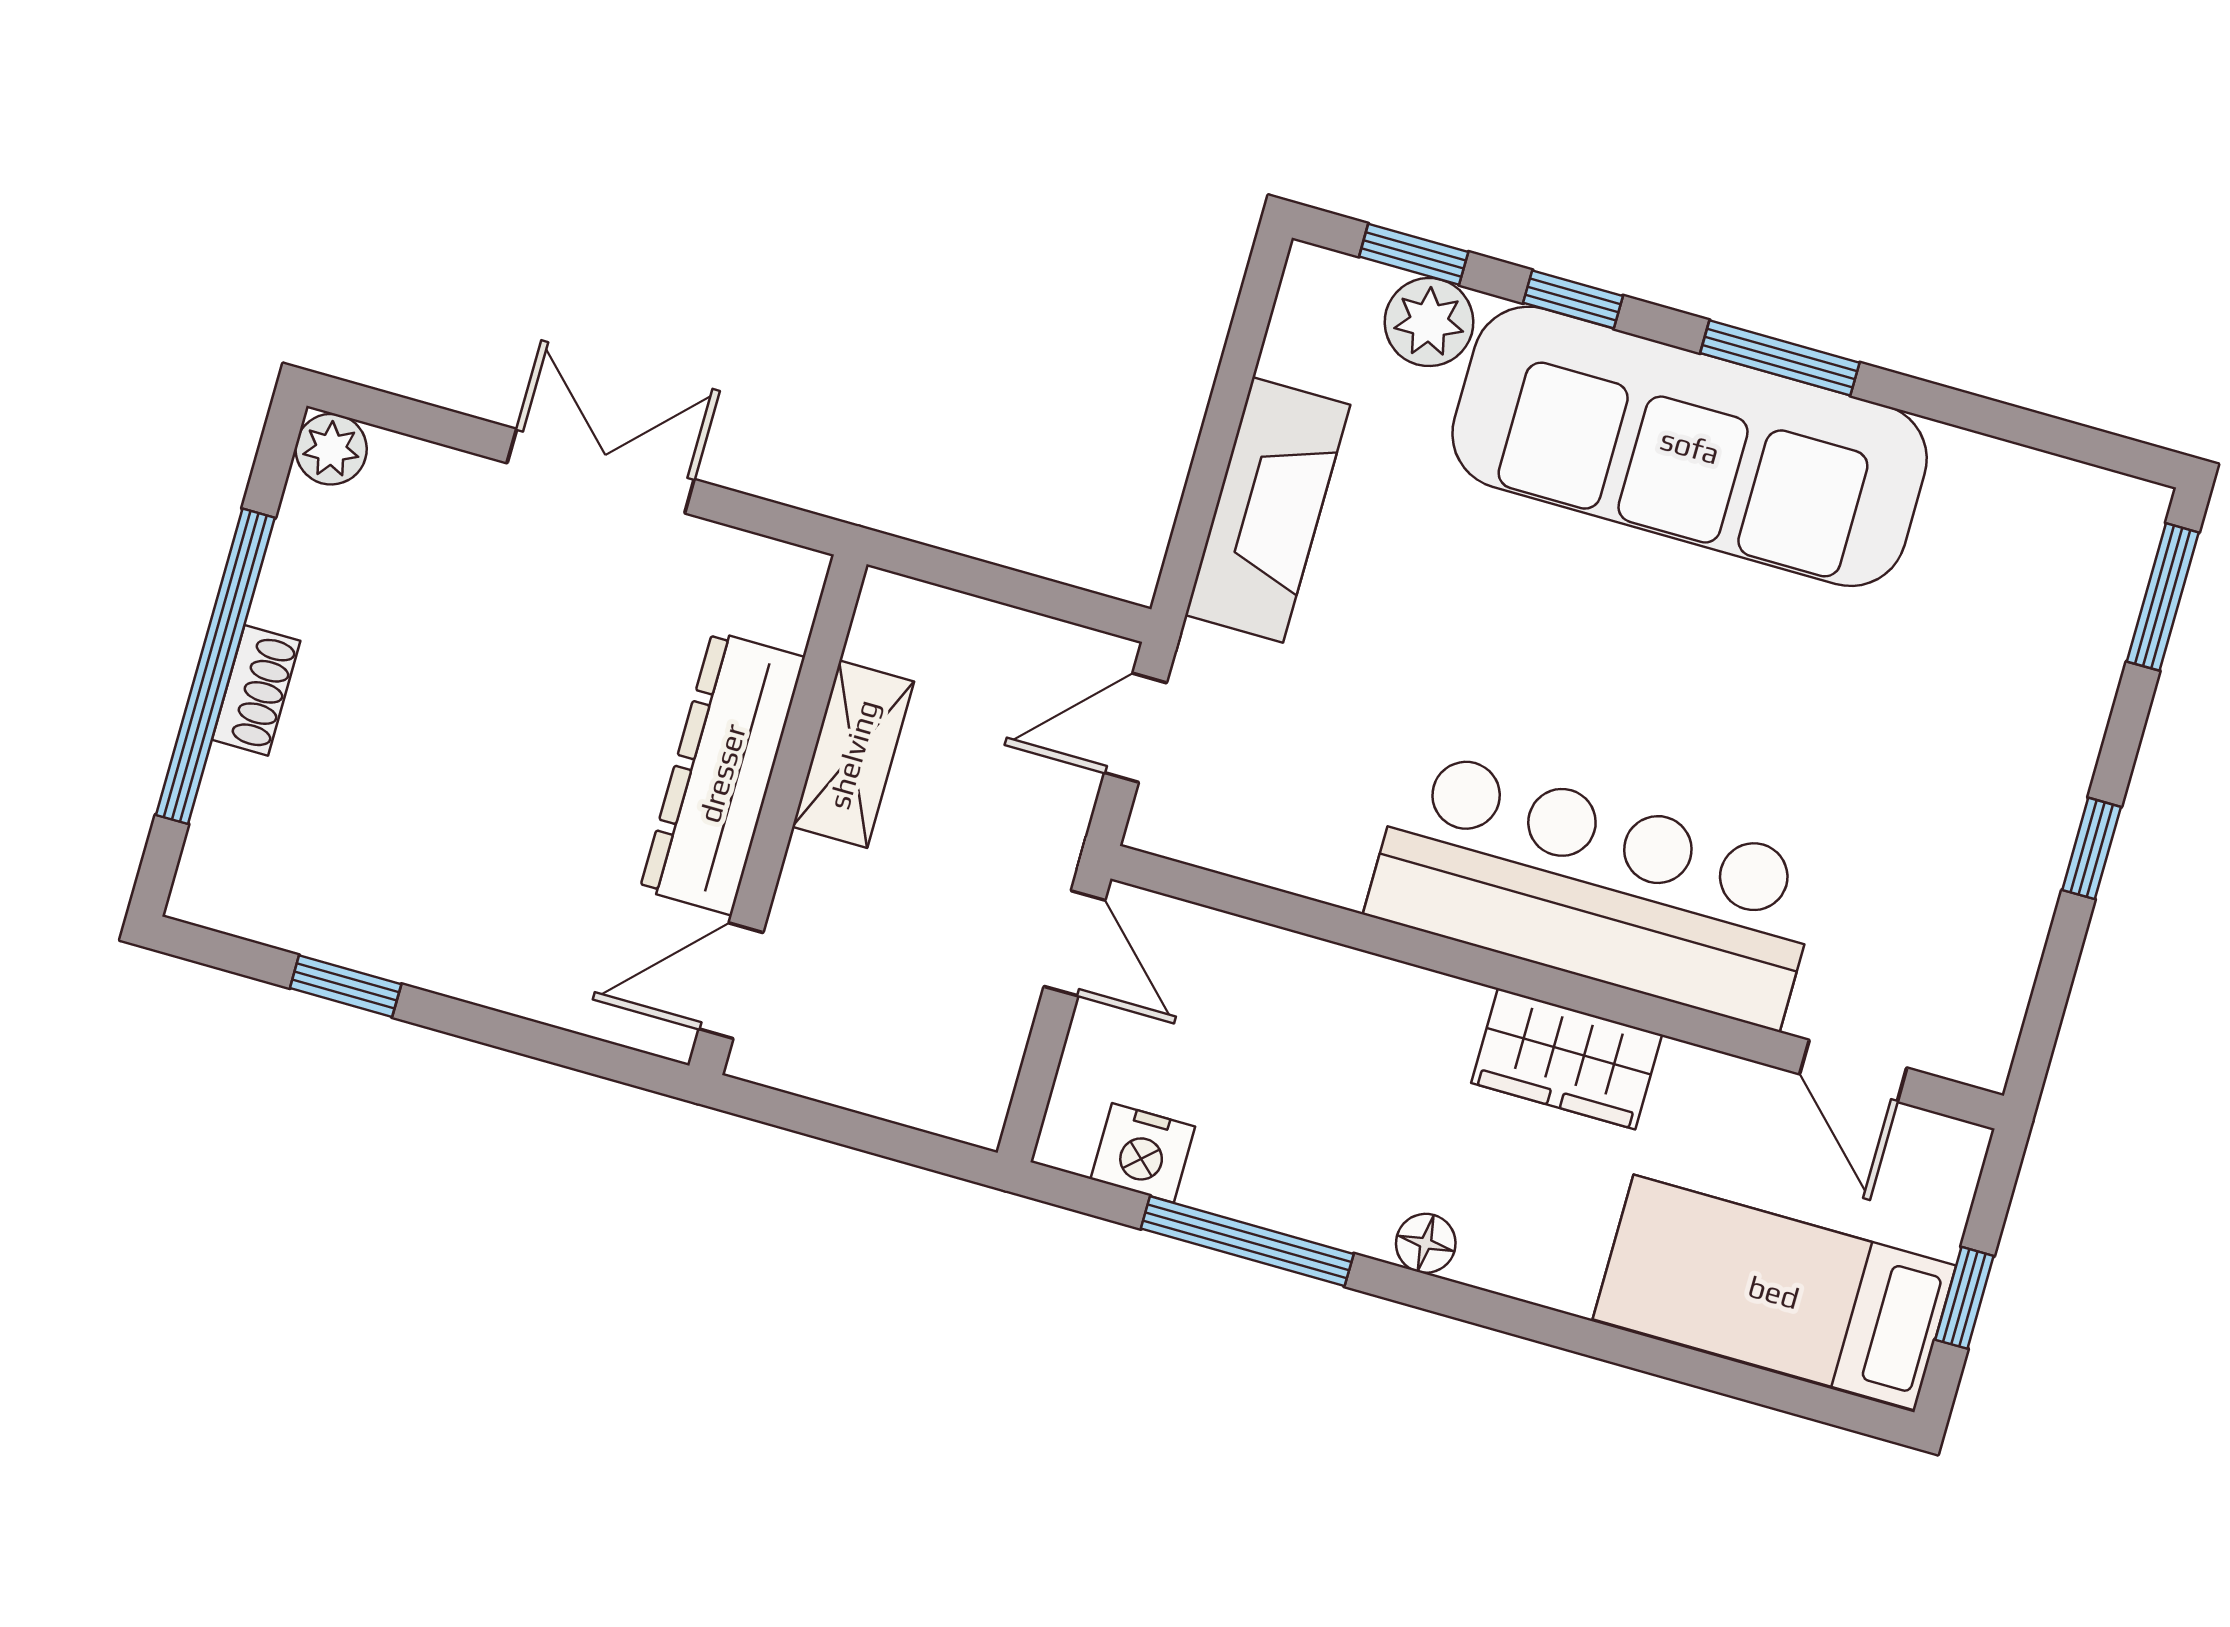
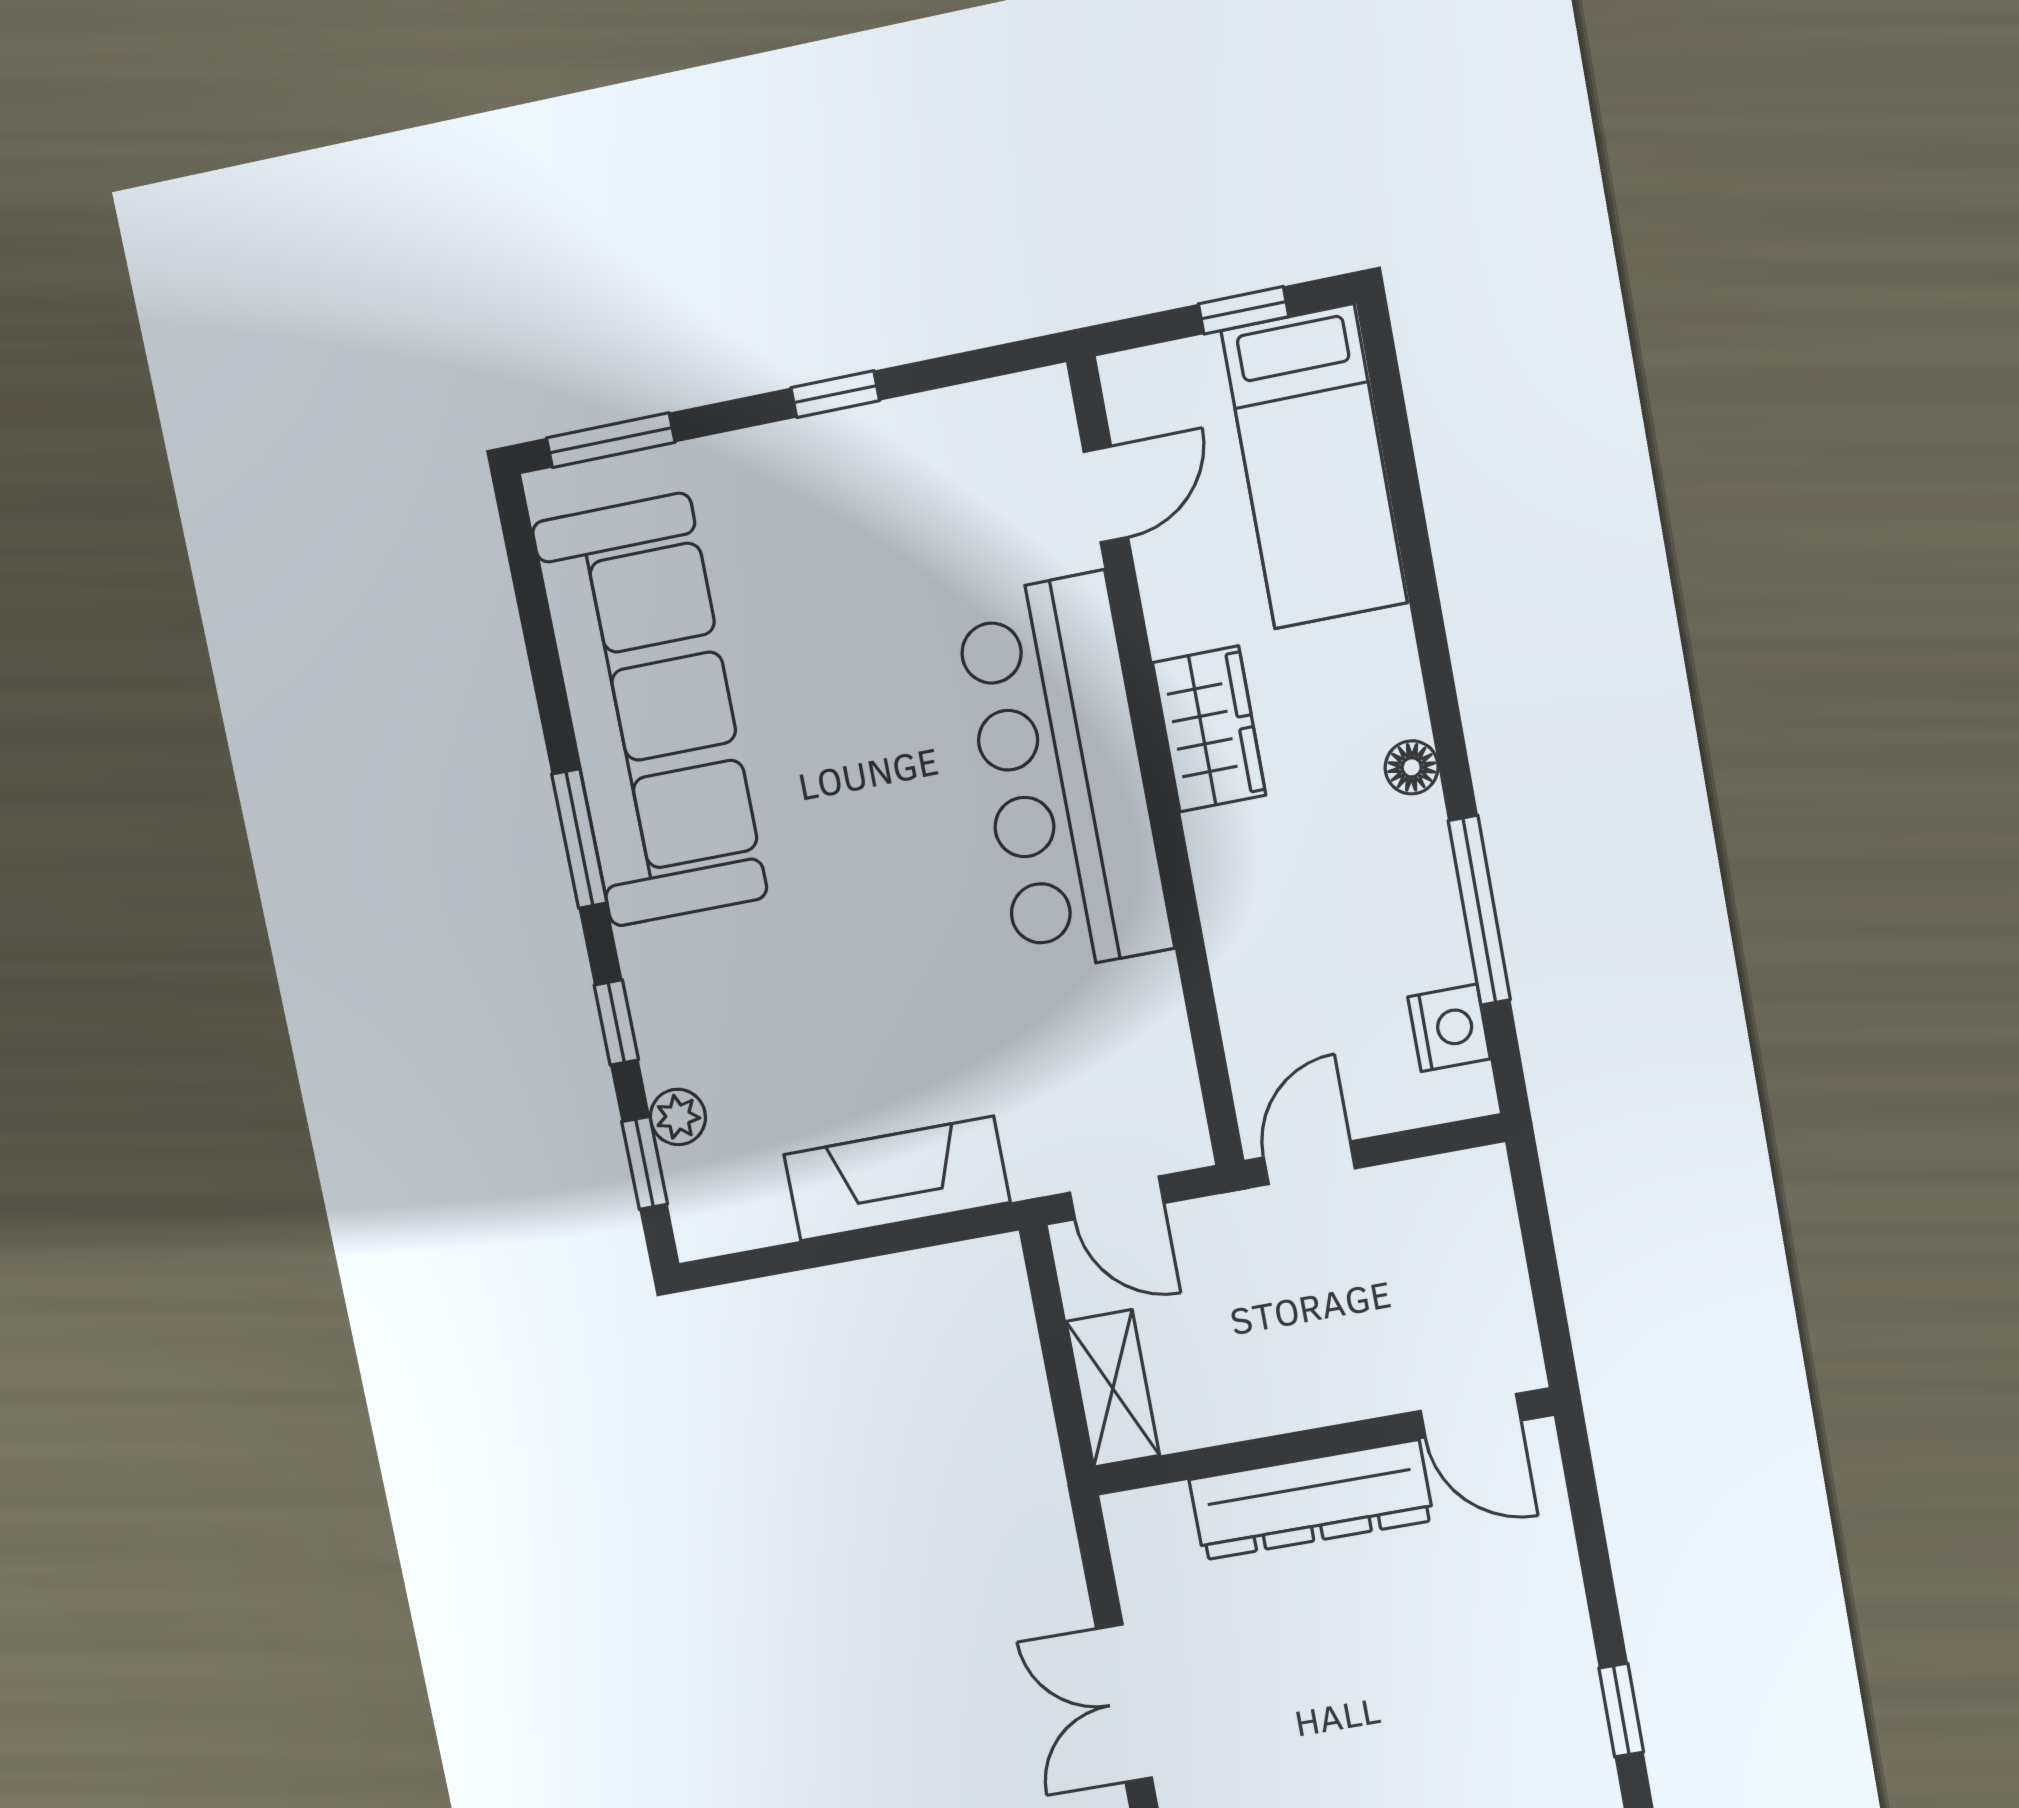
plant: (1429, 322) -> (678, 1117), width x0.73, depth x0.73
sofa: (1690, 446) -> (650, 711), moved
shelving: (853, 754) -> (1113, 1388), moved, turned 90

